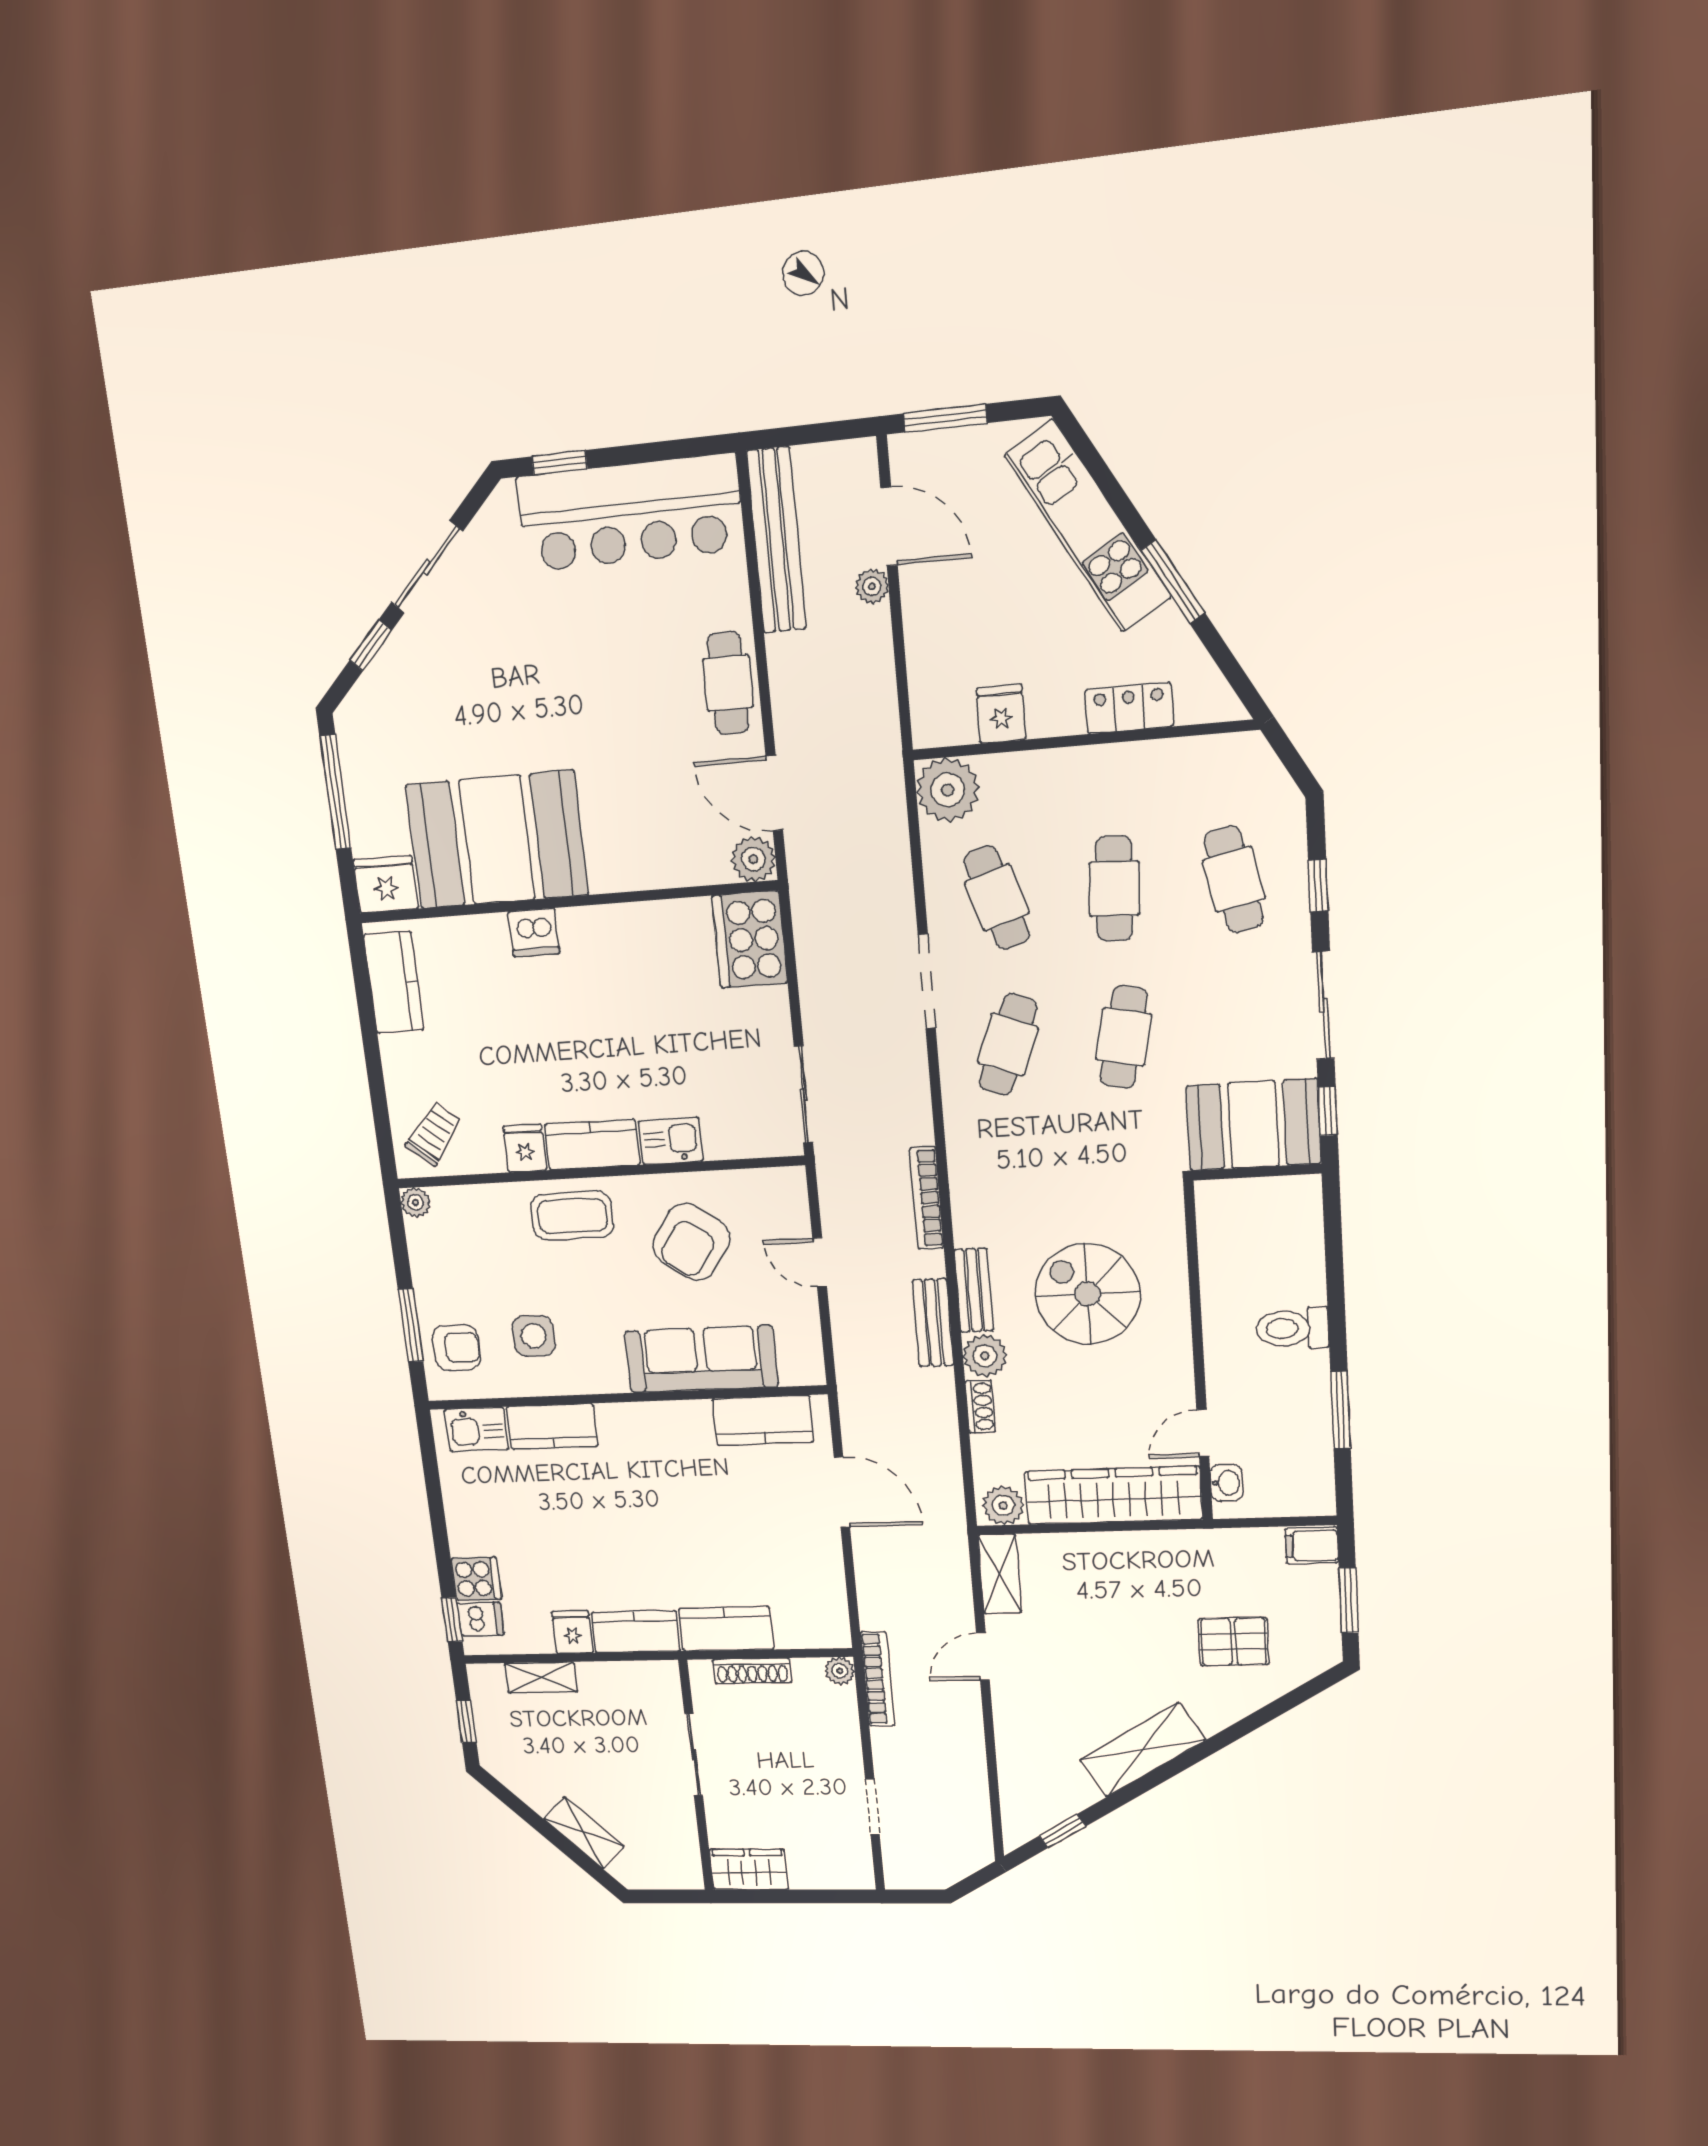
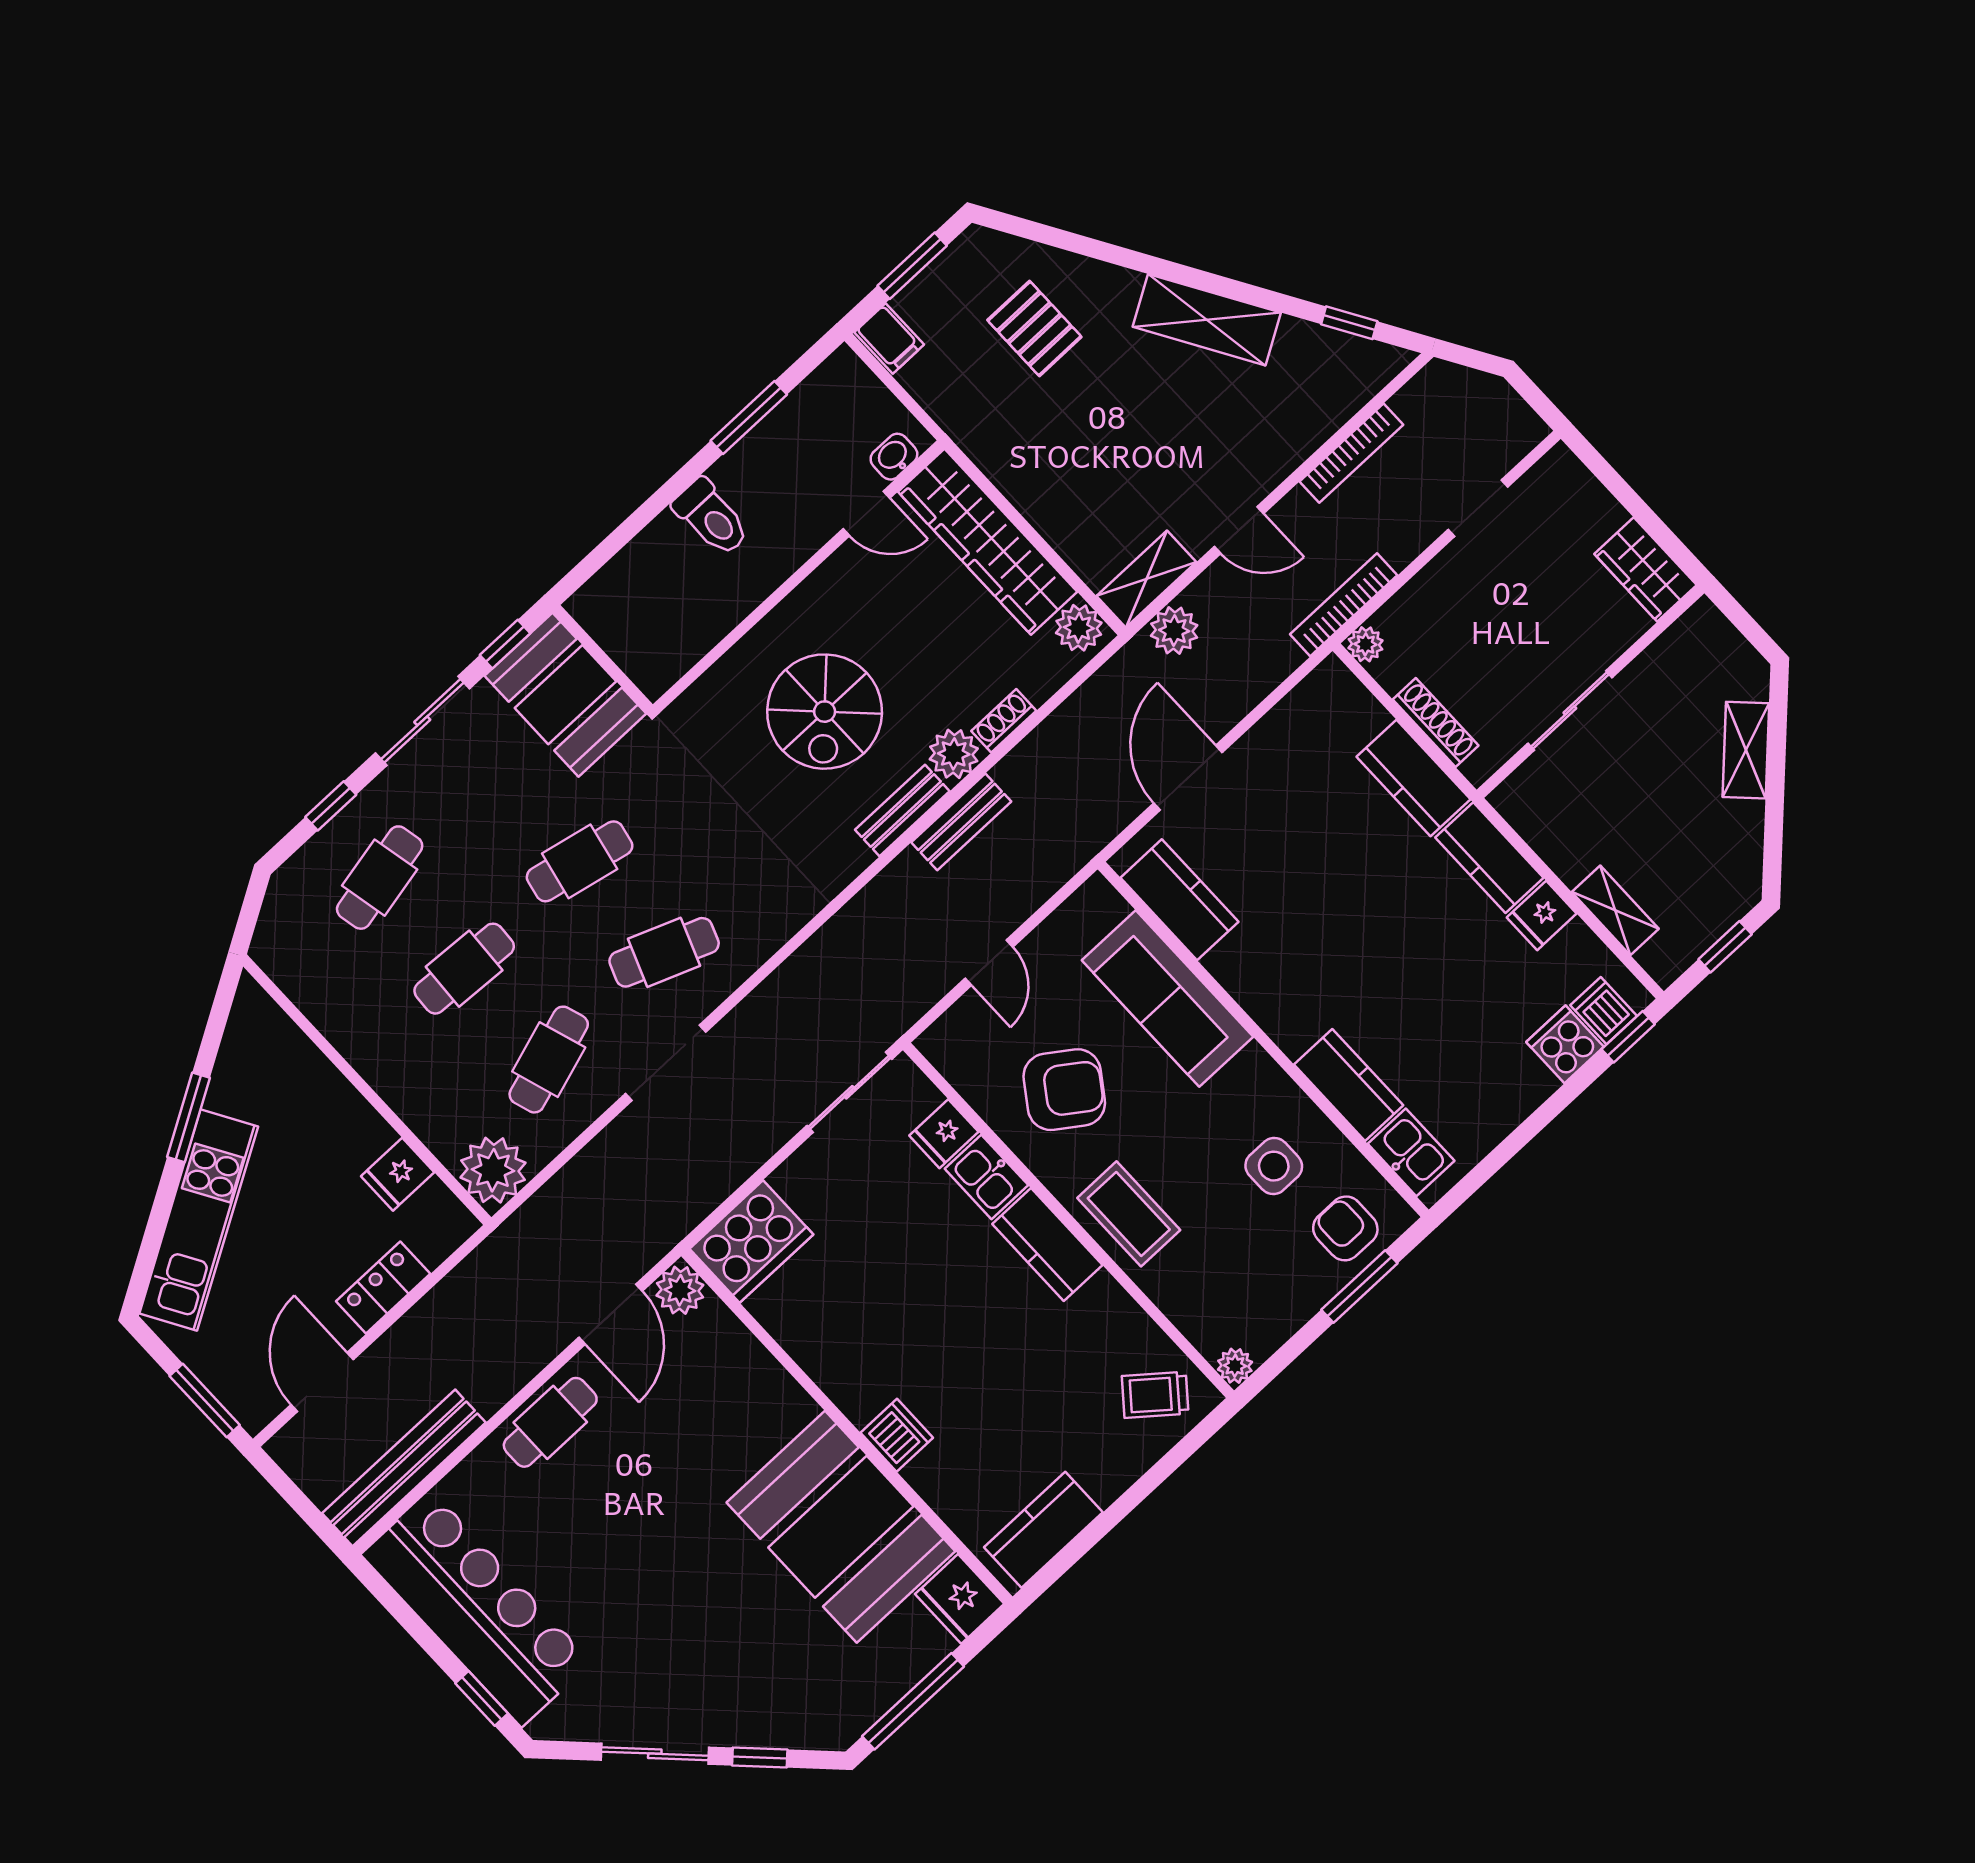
plant: (872, 586) -> (1174, 631), moved, width x1.38, depth x1.38
locker: (1129, 708) -> (383, 1288), moved, turned 90
fridge: (525, 1148) -> (944, 1134), moved
bookcase: (927, 1198) -> (1351, 453), moved

